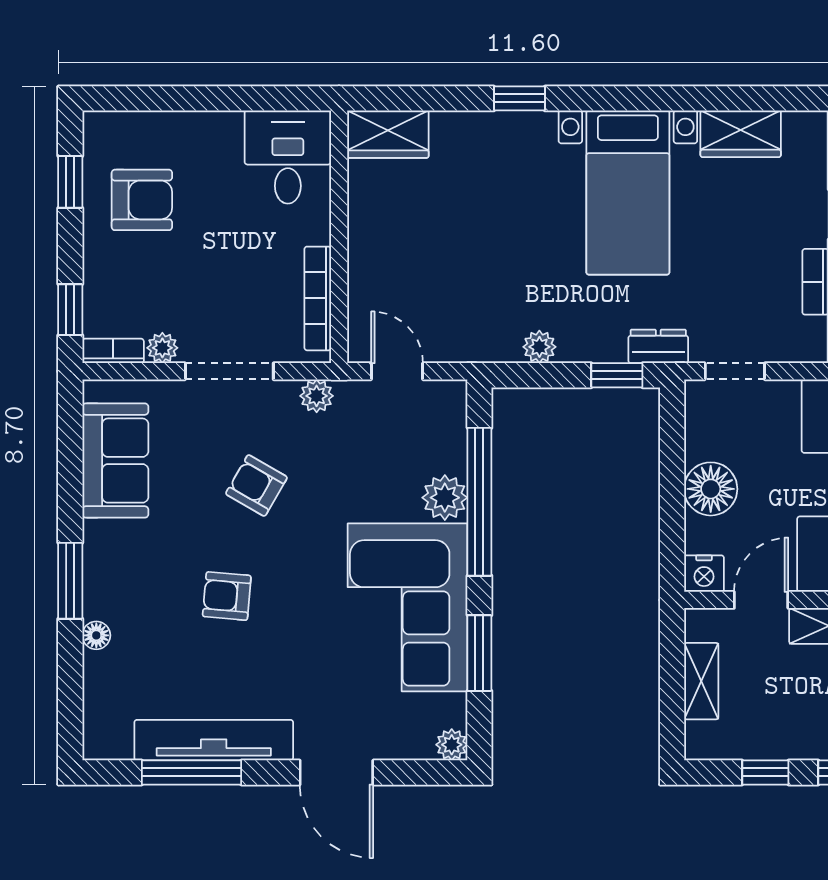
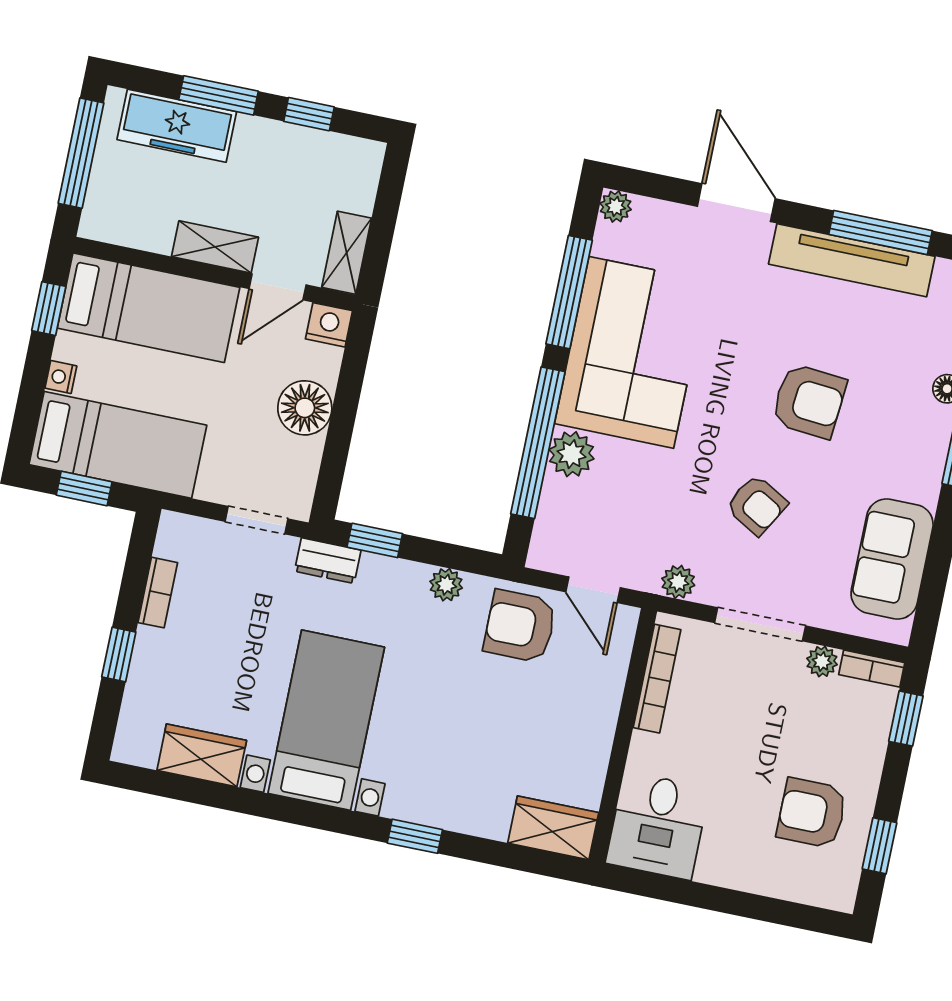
armchair: (460, 322) -> (520, 626), added
armchair: (227, 596) -> (809, 401), width x1.38, depth x1.38
window: (479, 653) -> (569, 292), width x1.44
shelving: (701, 681) -> (347, 253), moved

